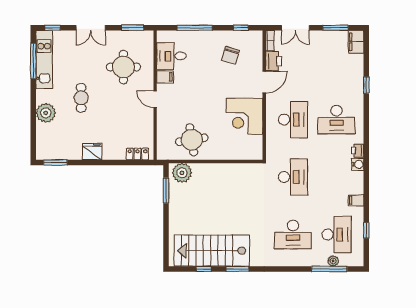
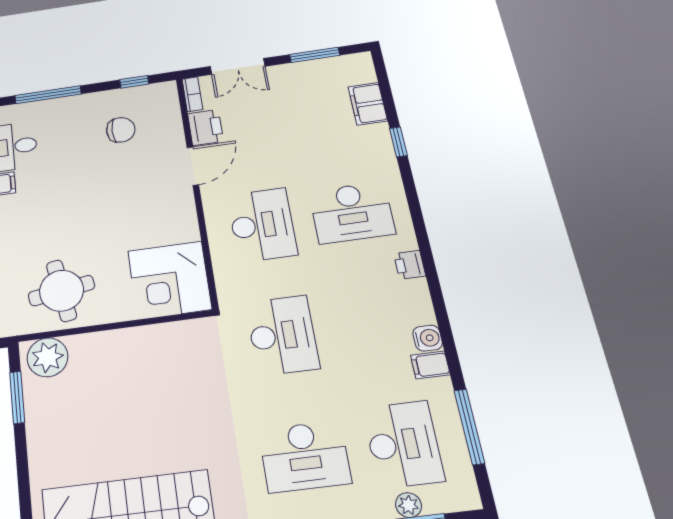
filing cabinet: (356, 42) -> (368, 104), moved
chair: (231, 55) -> (121, 130), turned -107
corner desk: (245, 116) -> (170, 280), moved
water cooler: (358, 164) -> (428, 338), moved
window: (366, 230) -> (469, 427), width x2.17

